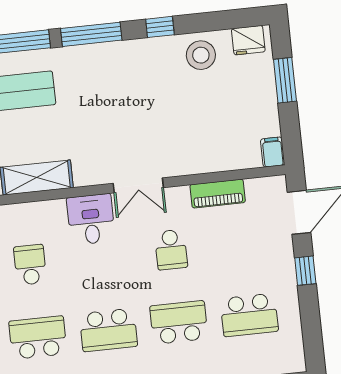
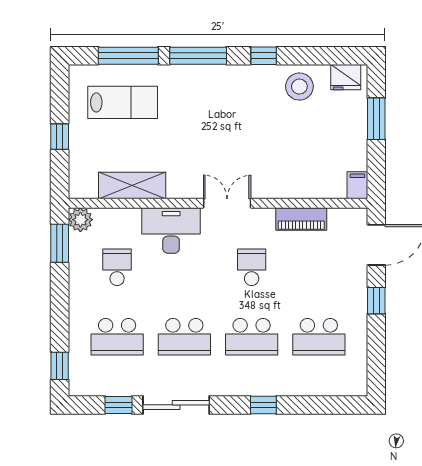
double door: (138, 185) -> (227, 203), swing flipped
desk: (91, 219) -> (171, 230), width x1.37
school desk: (171, 250) -> (252, 267), turned 180
school desk: (179, 322) -> (252, 337), turned 180
school desk: (38, 337) -> (117, 337), turned 180

